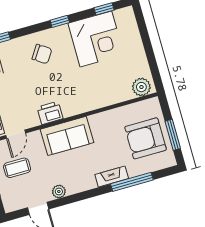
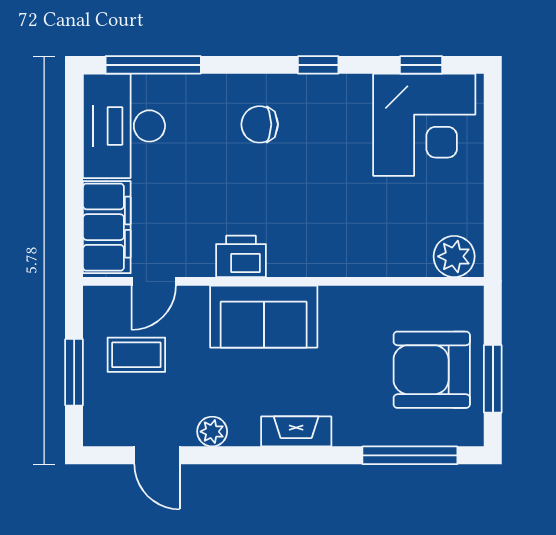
corner desk: (96, 39) -> (424, 125), moved
chair: (42, 54) -> (260, 124), turned 146
fireplace: (112, 177) -> (296, 431), moved
window: (132, 182) -> (410, 455), moved

